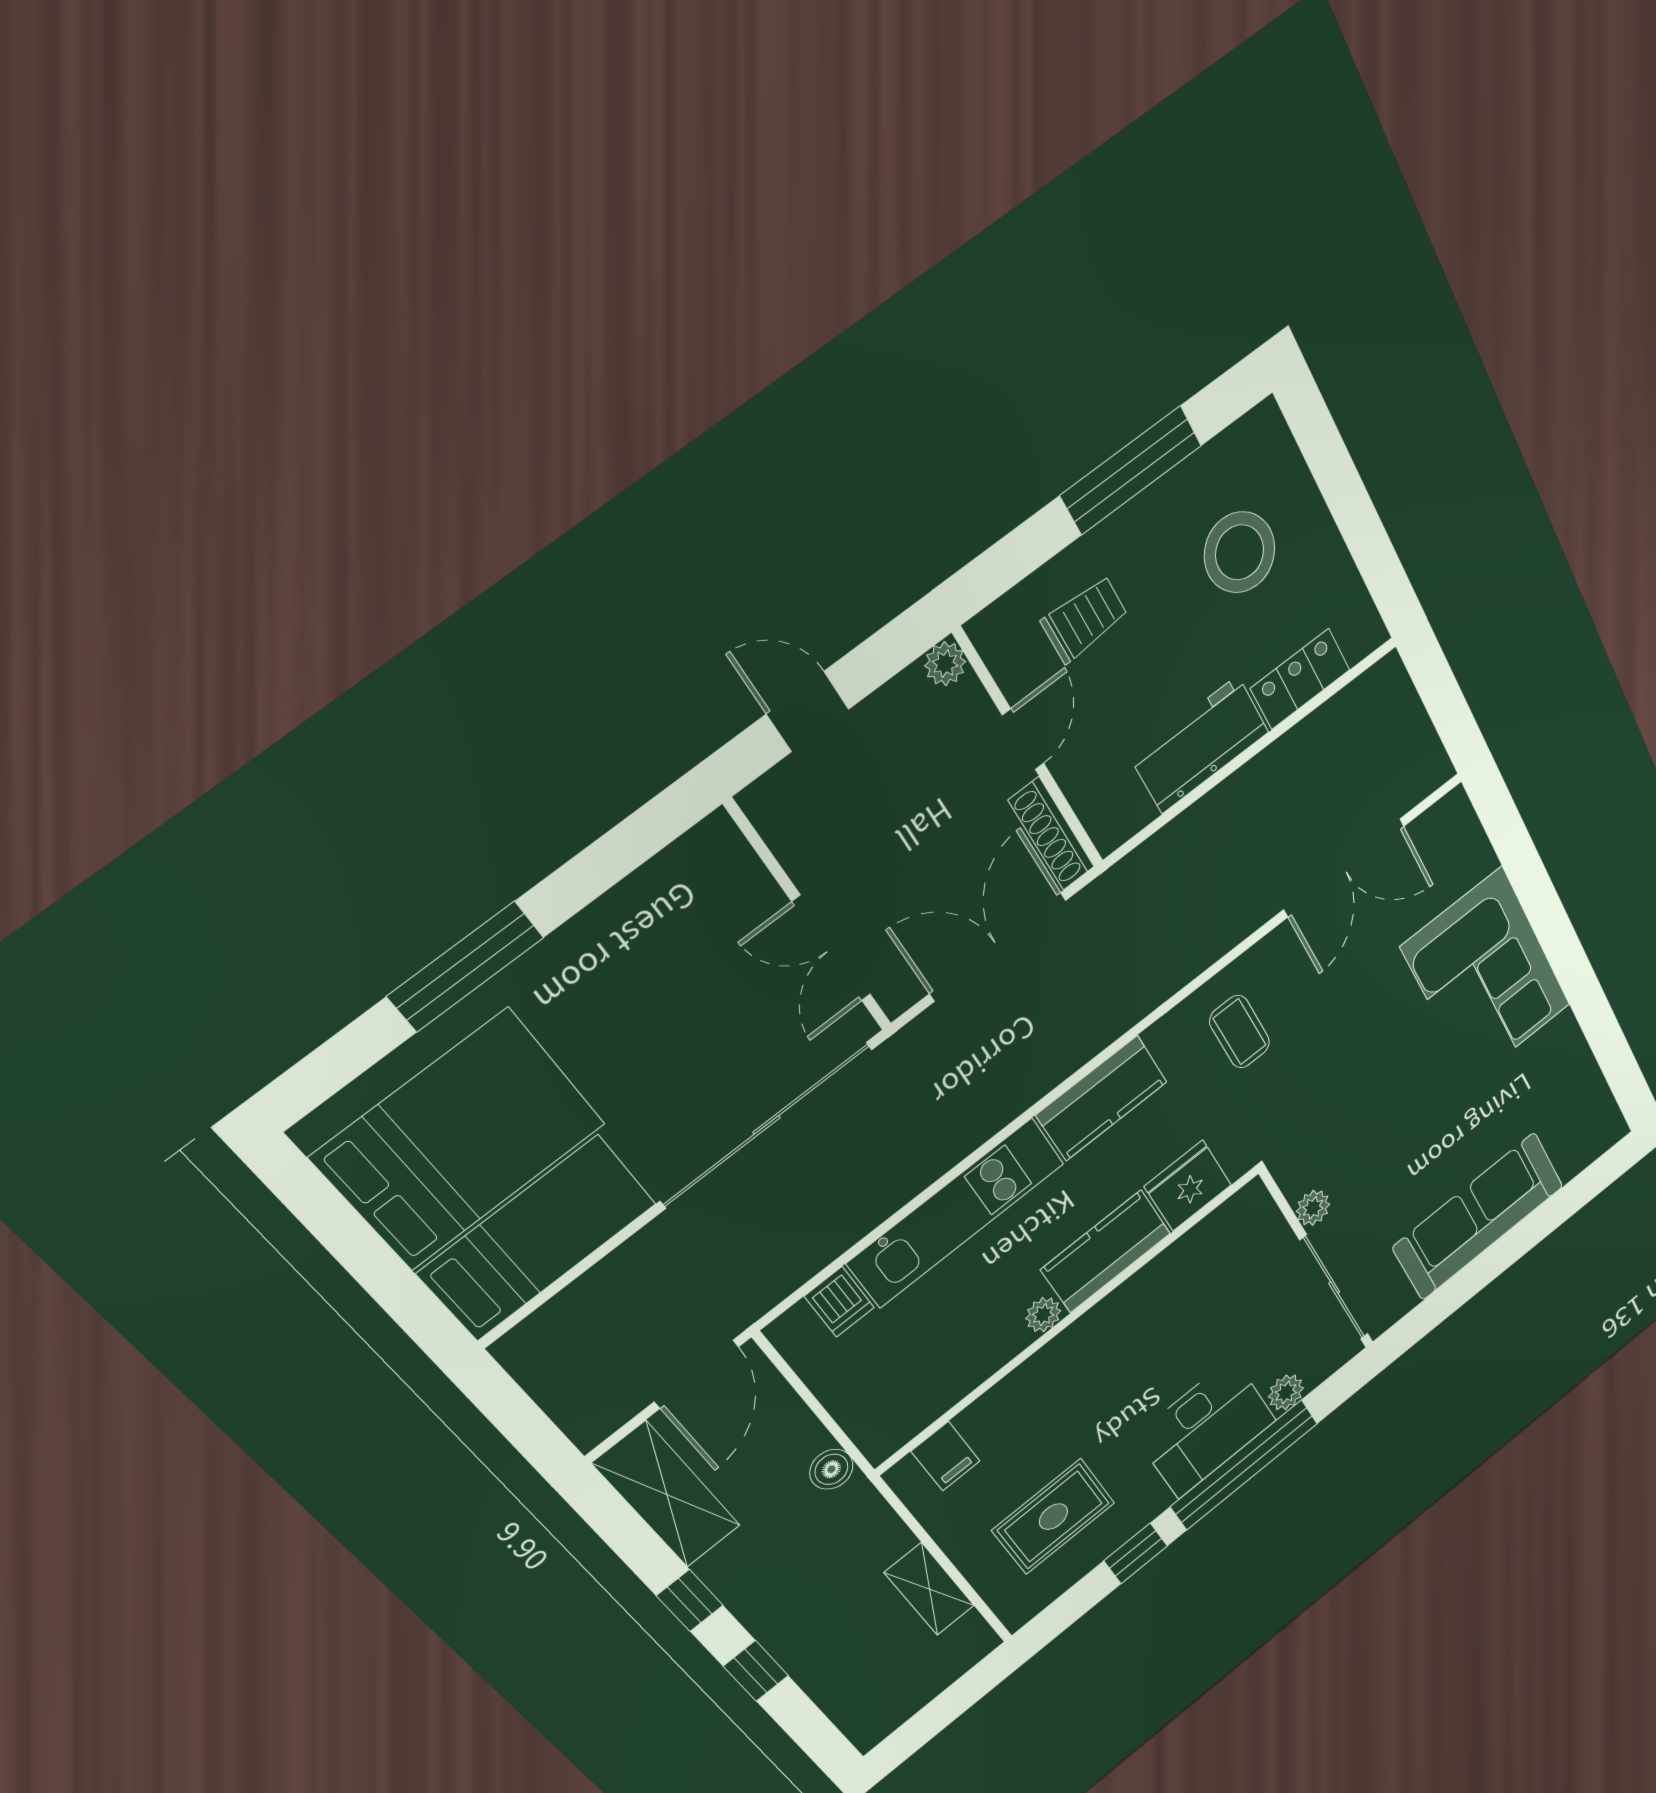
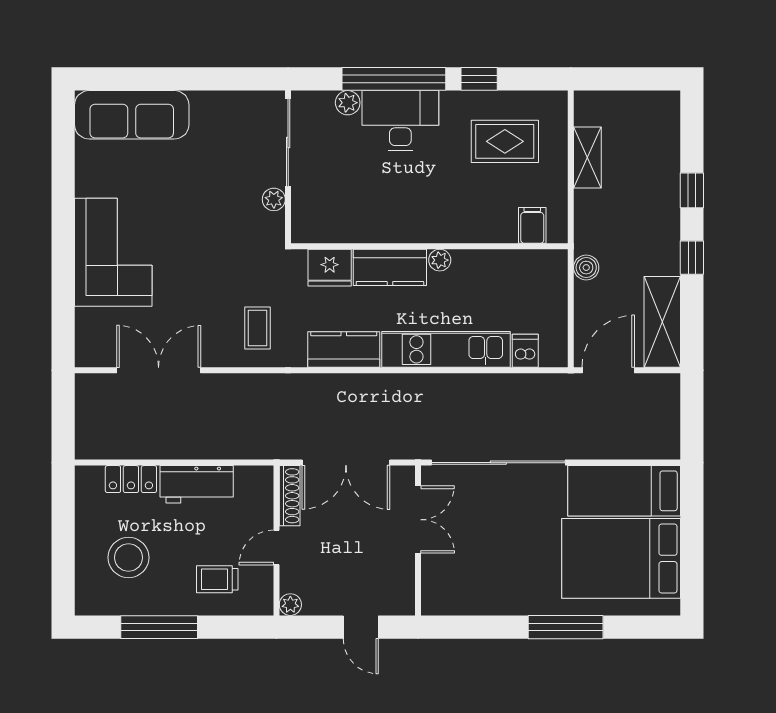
sofa: (1478, 1217) -> (132, 115), moved

